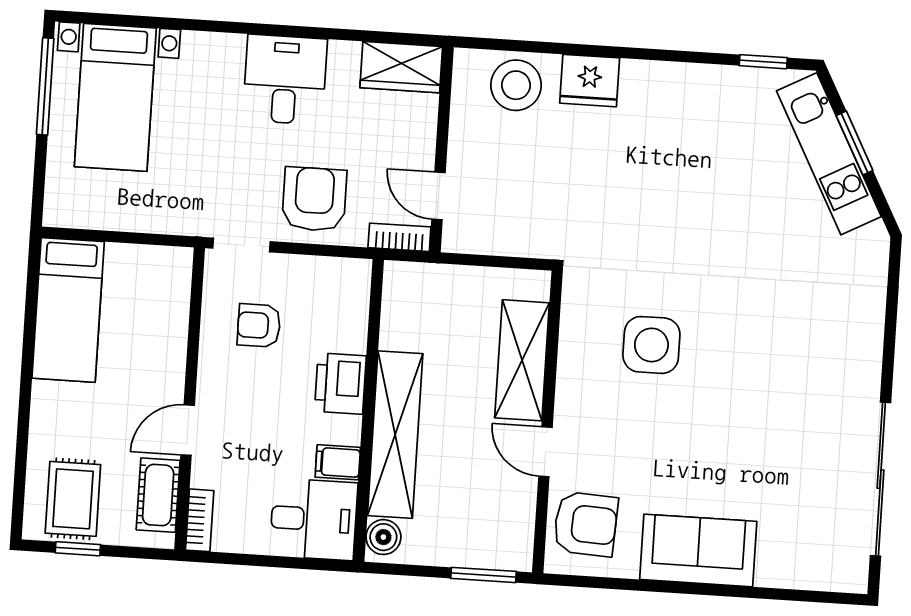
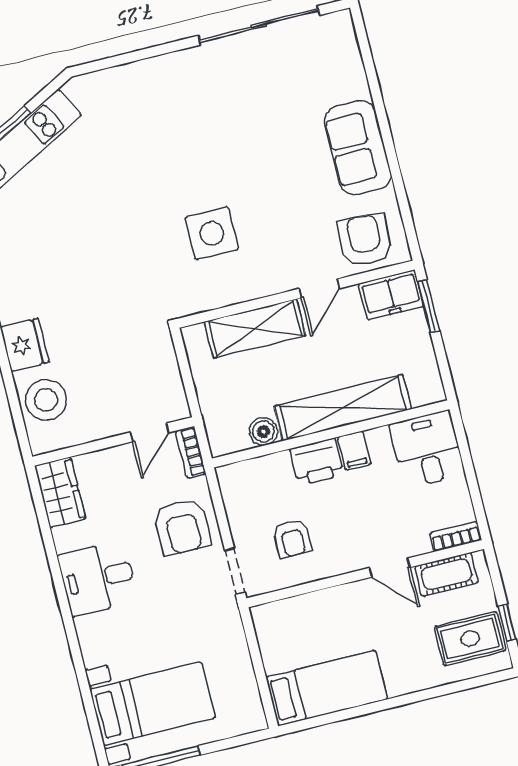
armchair: (314, 199) -> (182, 527), turned -90
filing cabinet: (338, 462) -> (354, 451), moved
freezer: (511, 535) -> (391, 295), added
boiler: (383, 537) -> (263, 431), moved

